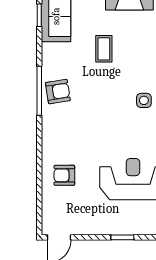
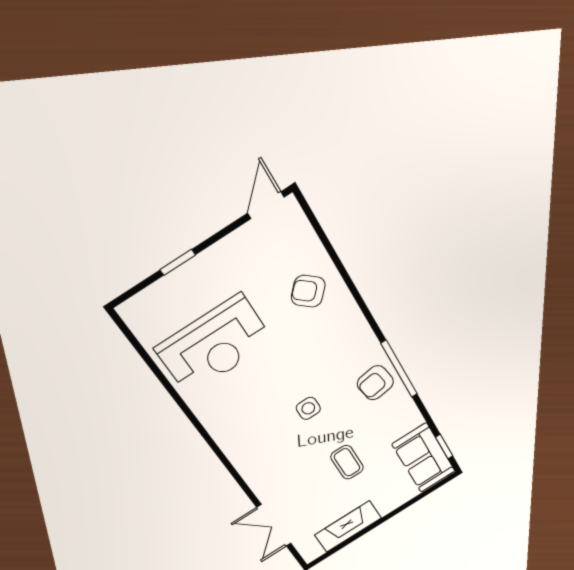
side table: (144, 100) -> (308, 408), moved
armchair: (64, 175) -> (308, 291), turned -138

